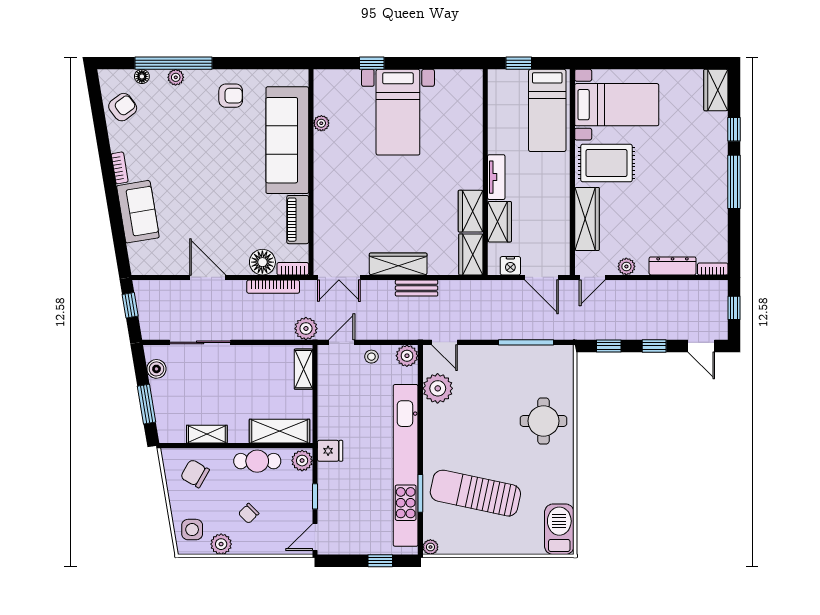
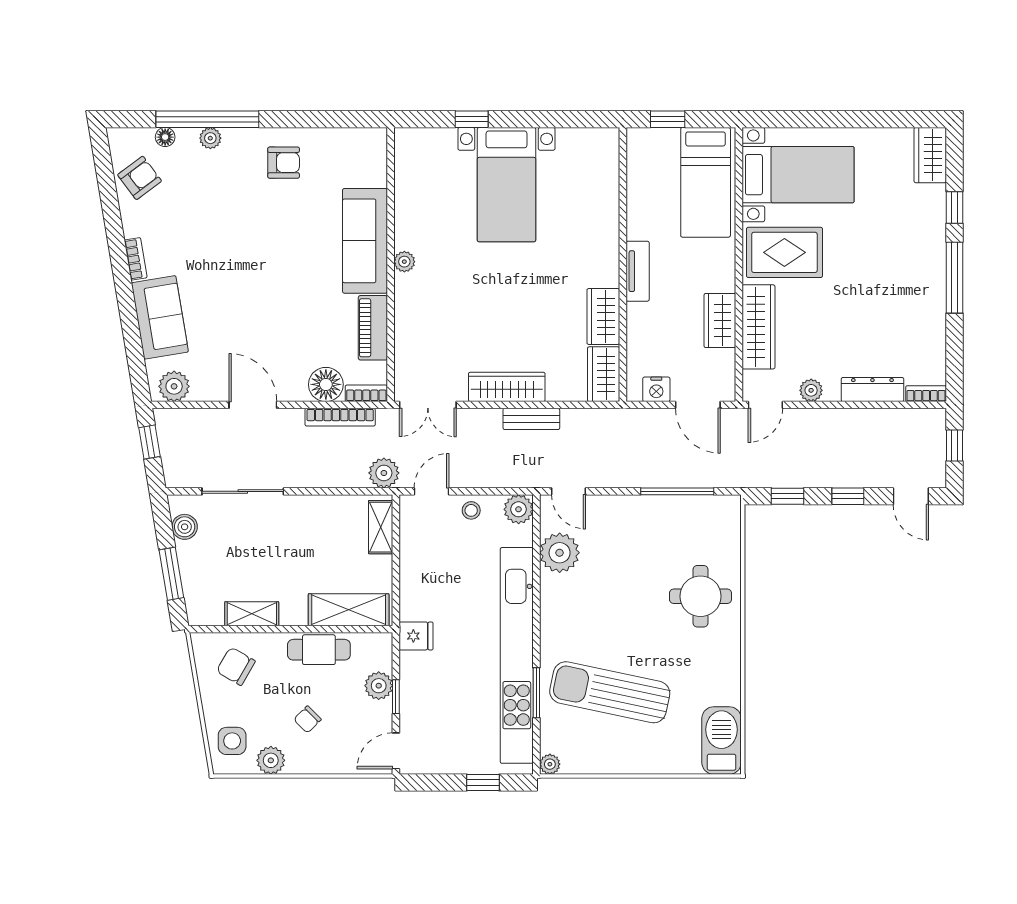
plant: (321, 123) -> (404, 262), moved
sofa: (287, 140) -> (365, 241), width x0.74, depth x0.79
wardrobe: (499, 222) -> (720, 321), moved, turned 180
plant: (149, 264) -> (174, 386), added
plant: (302, 461) -> (379, 686), moved

